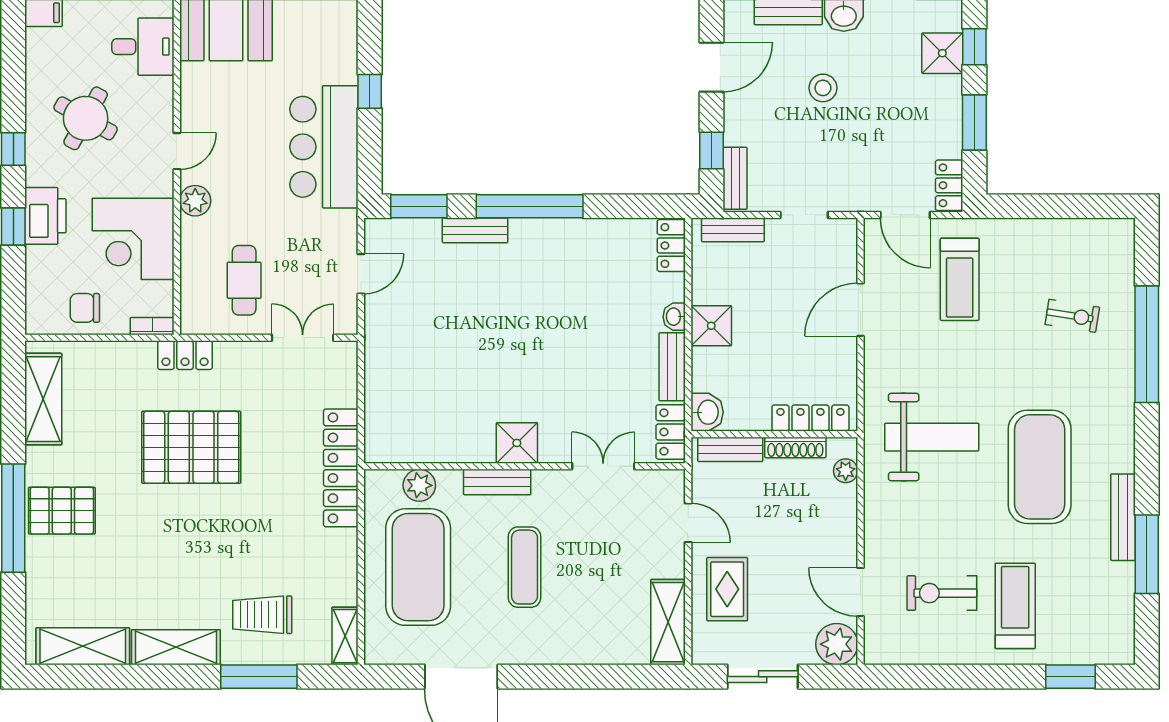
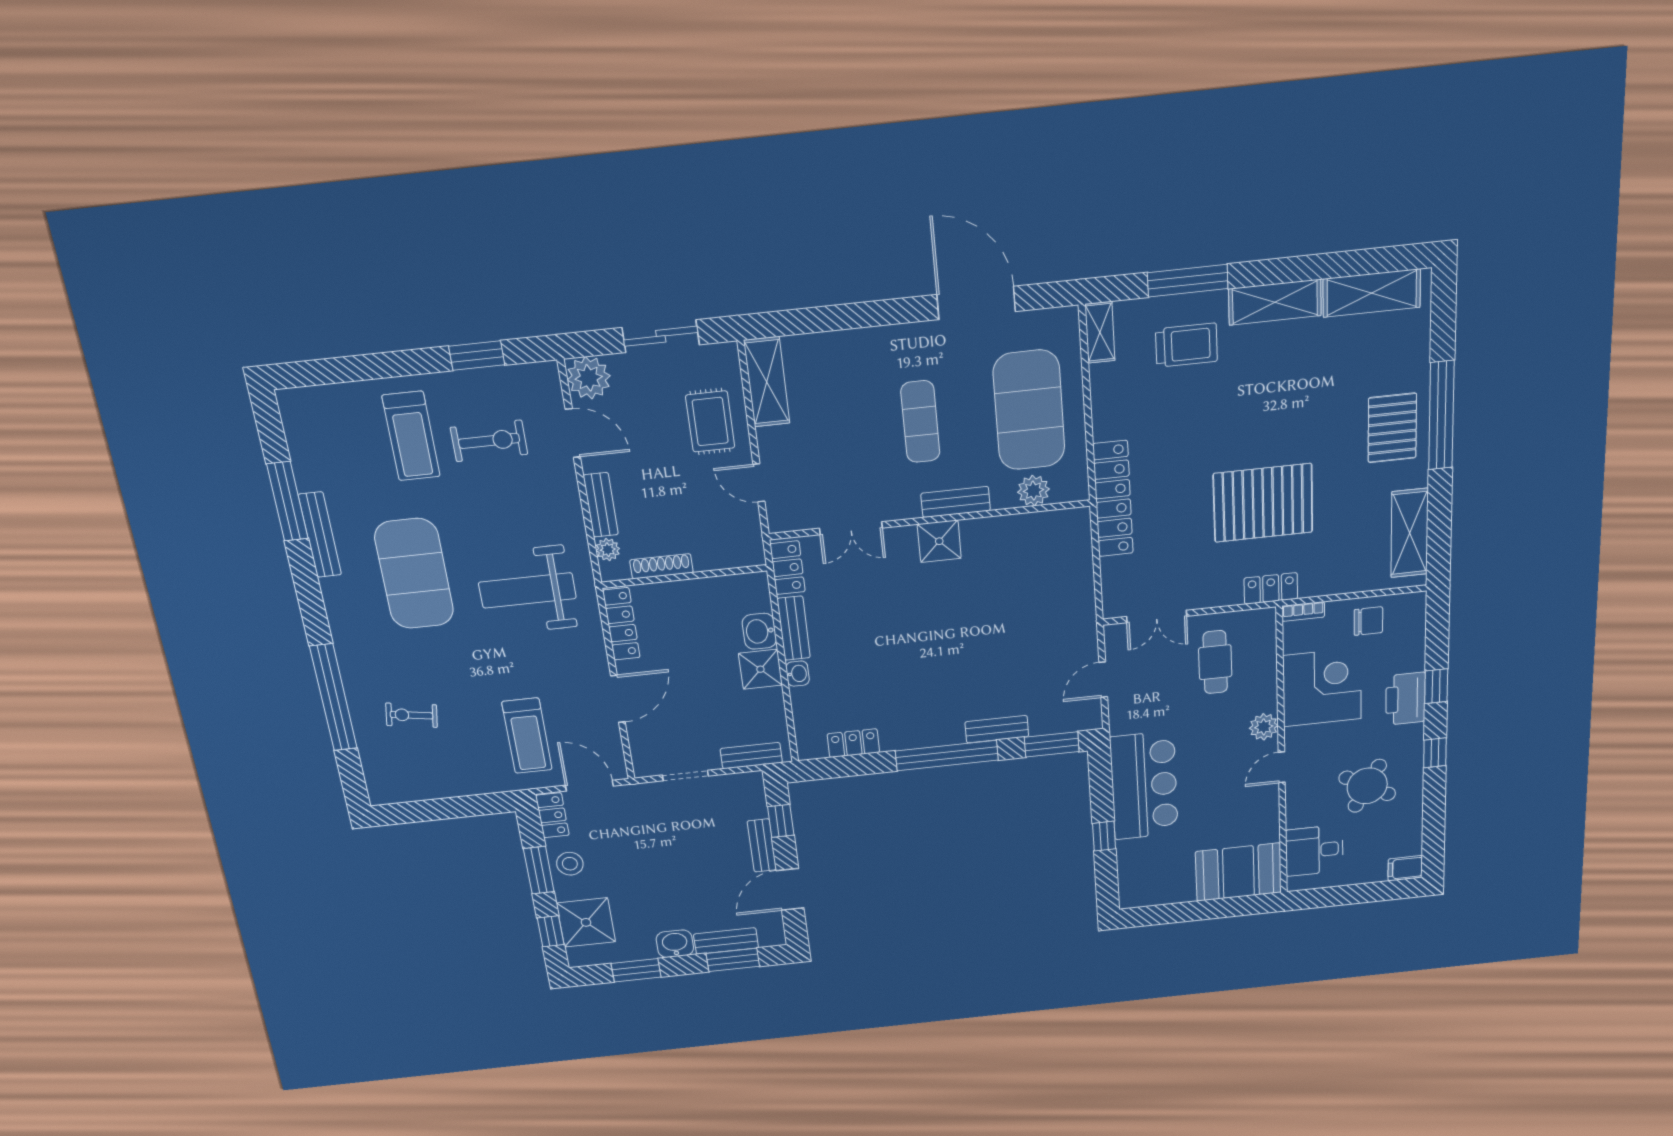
shower: (942, 53) -> (586, 922), width x1.36, depth x1.36
stool: (823, 88) -> (570, 864), moved
bench: (735, 178) -> (762, 845), moved
locker: (671, 245) -> (853, 743), moved, turned -90
treadmill: (960, 279) -> (527, 736), turned 180
washbasin: (707, 412) -> (759, 631), moved
locker: (810, 418) -> (621, 624), moved, turned -90
bench: (730, 449) -> (601, 505), moved, turned 90
pallet: (62, 511) -> (1392, 428), turned 90
window: (1071, 677) -> (477, 356), moved

